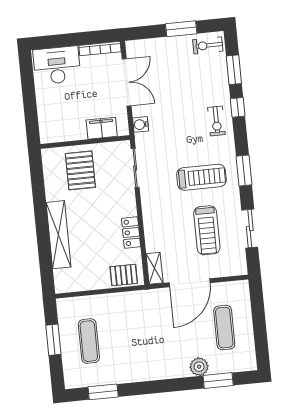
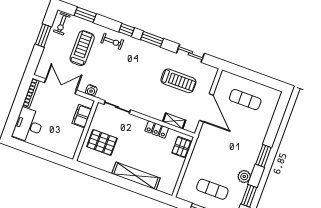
window: (238, 107) -> (127, 30), moved
treadmill: (201, 177) -> (82, 48), moved
shelving: (155, 268) -> (174, 121), moved
plant: (199, 367) -> (244, 177), moved
window: (218, 380) -> (263, 156), moved

